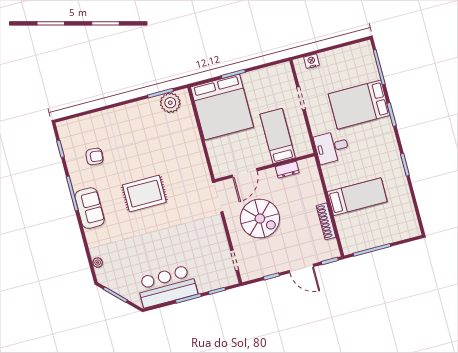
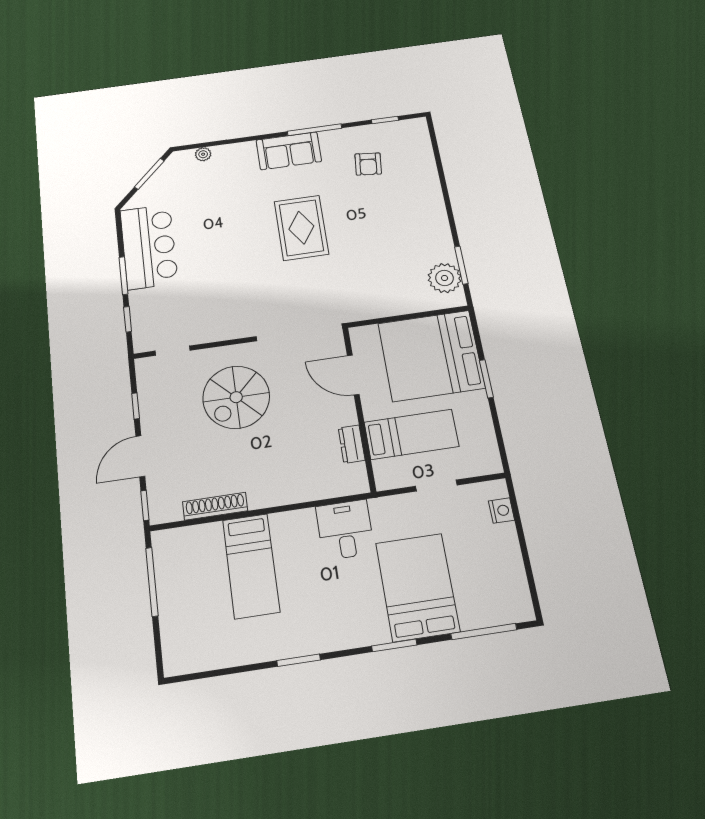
bed: (278, 136) -> (411, 434), moved
wall: (265, 168) -> (359, 408), moved
dresser: (287, 170) -> (352, 444), moved
door: (245, 173) -> (353, 375), moved

